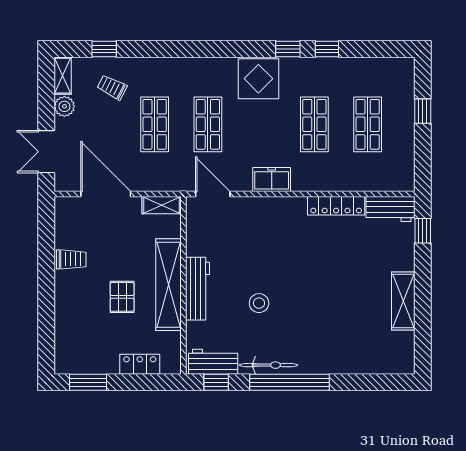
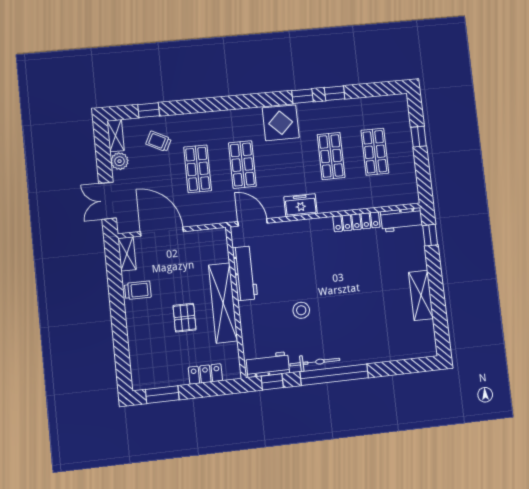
shelving: (162, 205) -> (127, 254), moved, turned 90
workbench: (198, 289) -> (245, 273), moved

